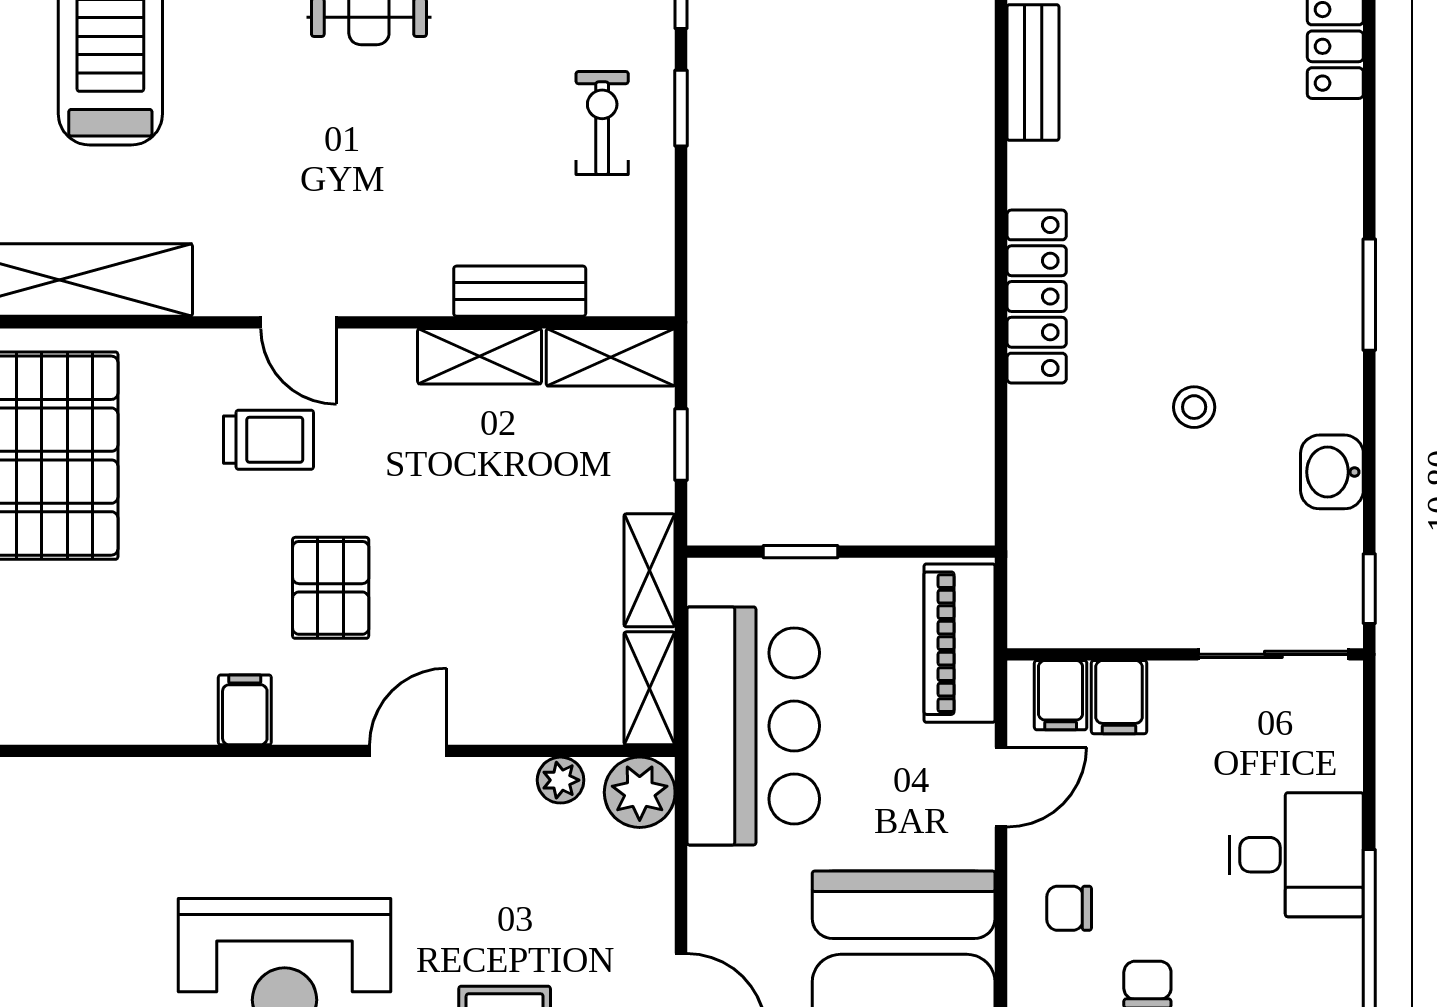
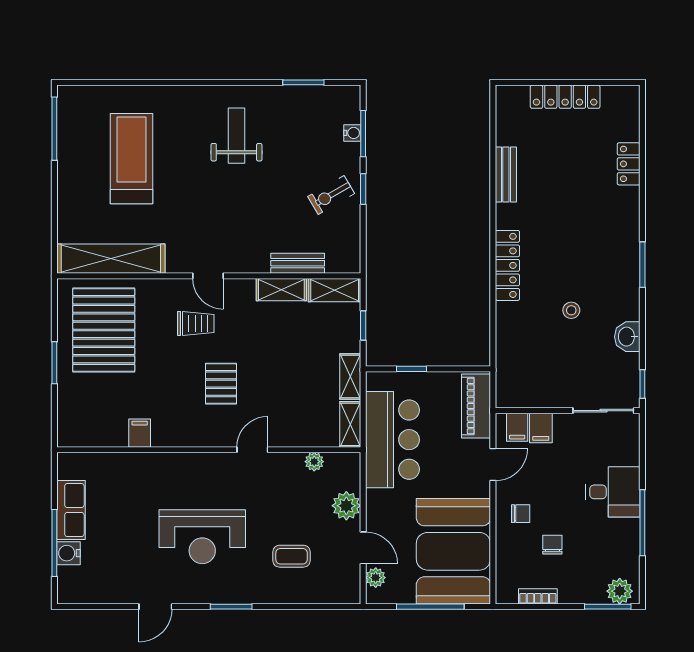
exercise bike: (602, 123) -> (331, 195), turned -120
filing cabinet: (245, 710) -> (140, 433), moved
plant: (640, 792) -> (346, 506), moved
chair: (1069, 908) -> (521, 514), turned 180

